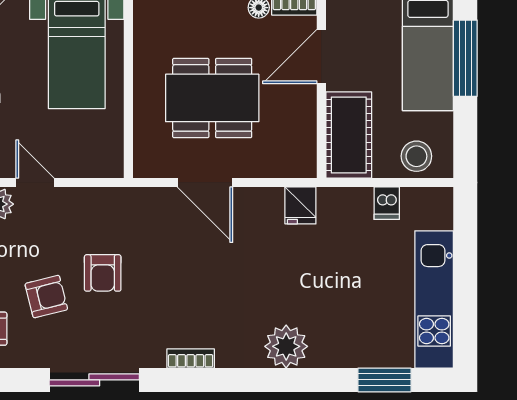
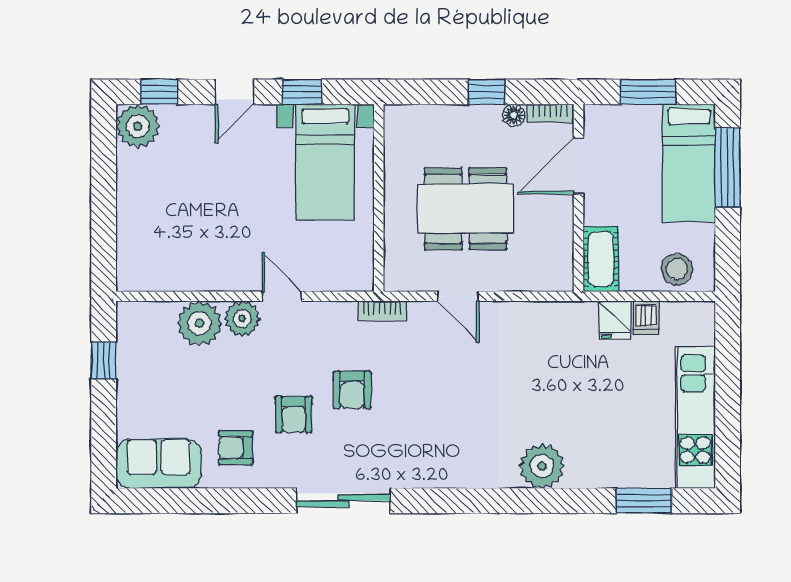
cot: (349, 135) -> (601, 259), width x0.73, depth x0.75
door: (205, 182) -> (458, 296), width x0.73
fridge: (300, 205) -> (615, 320), moved
armchair: (46, 297) -> (294, 414), turned 104
bookcase: (191, 359) -> (382, 311), moved, turned 180

